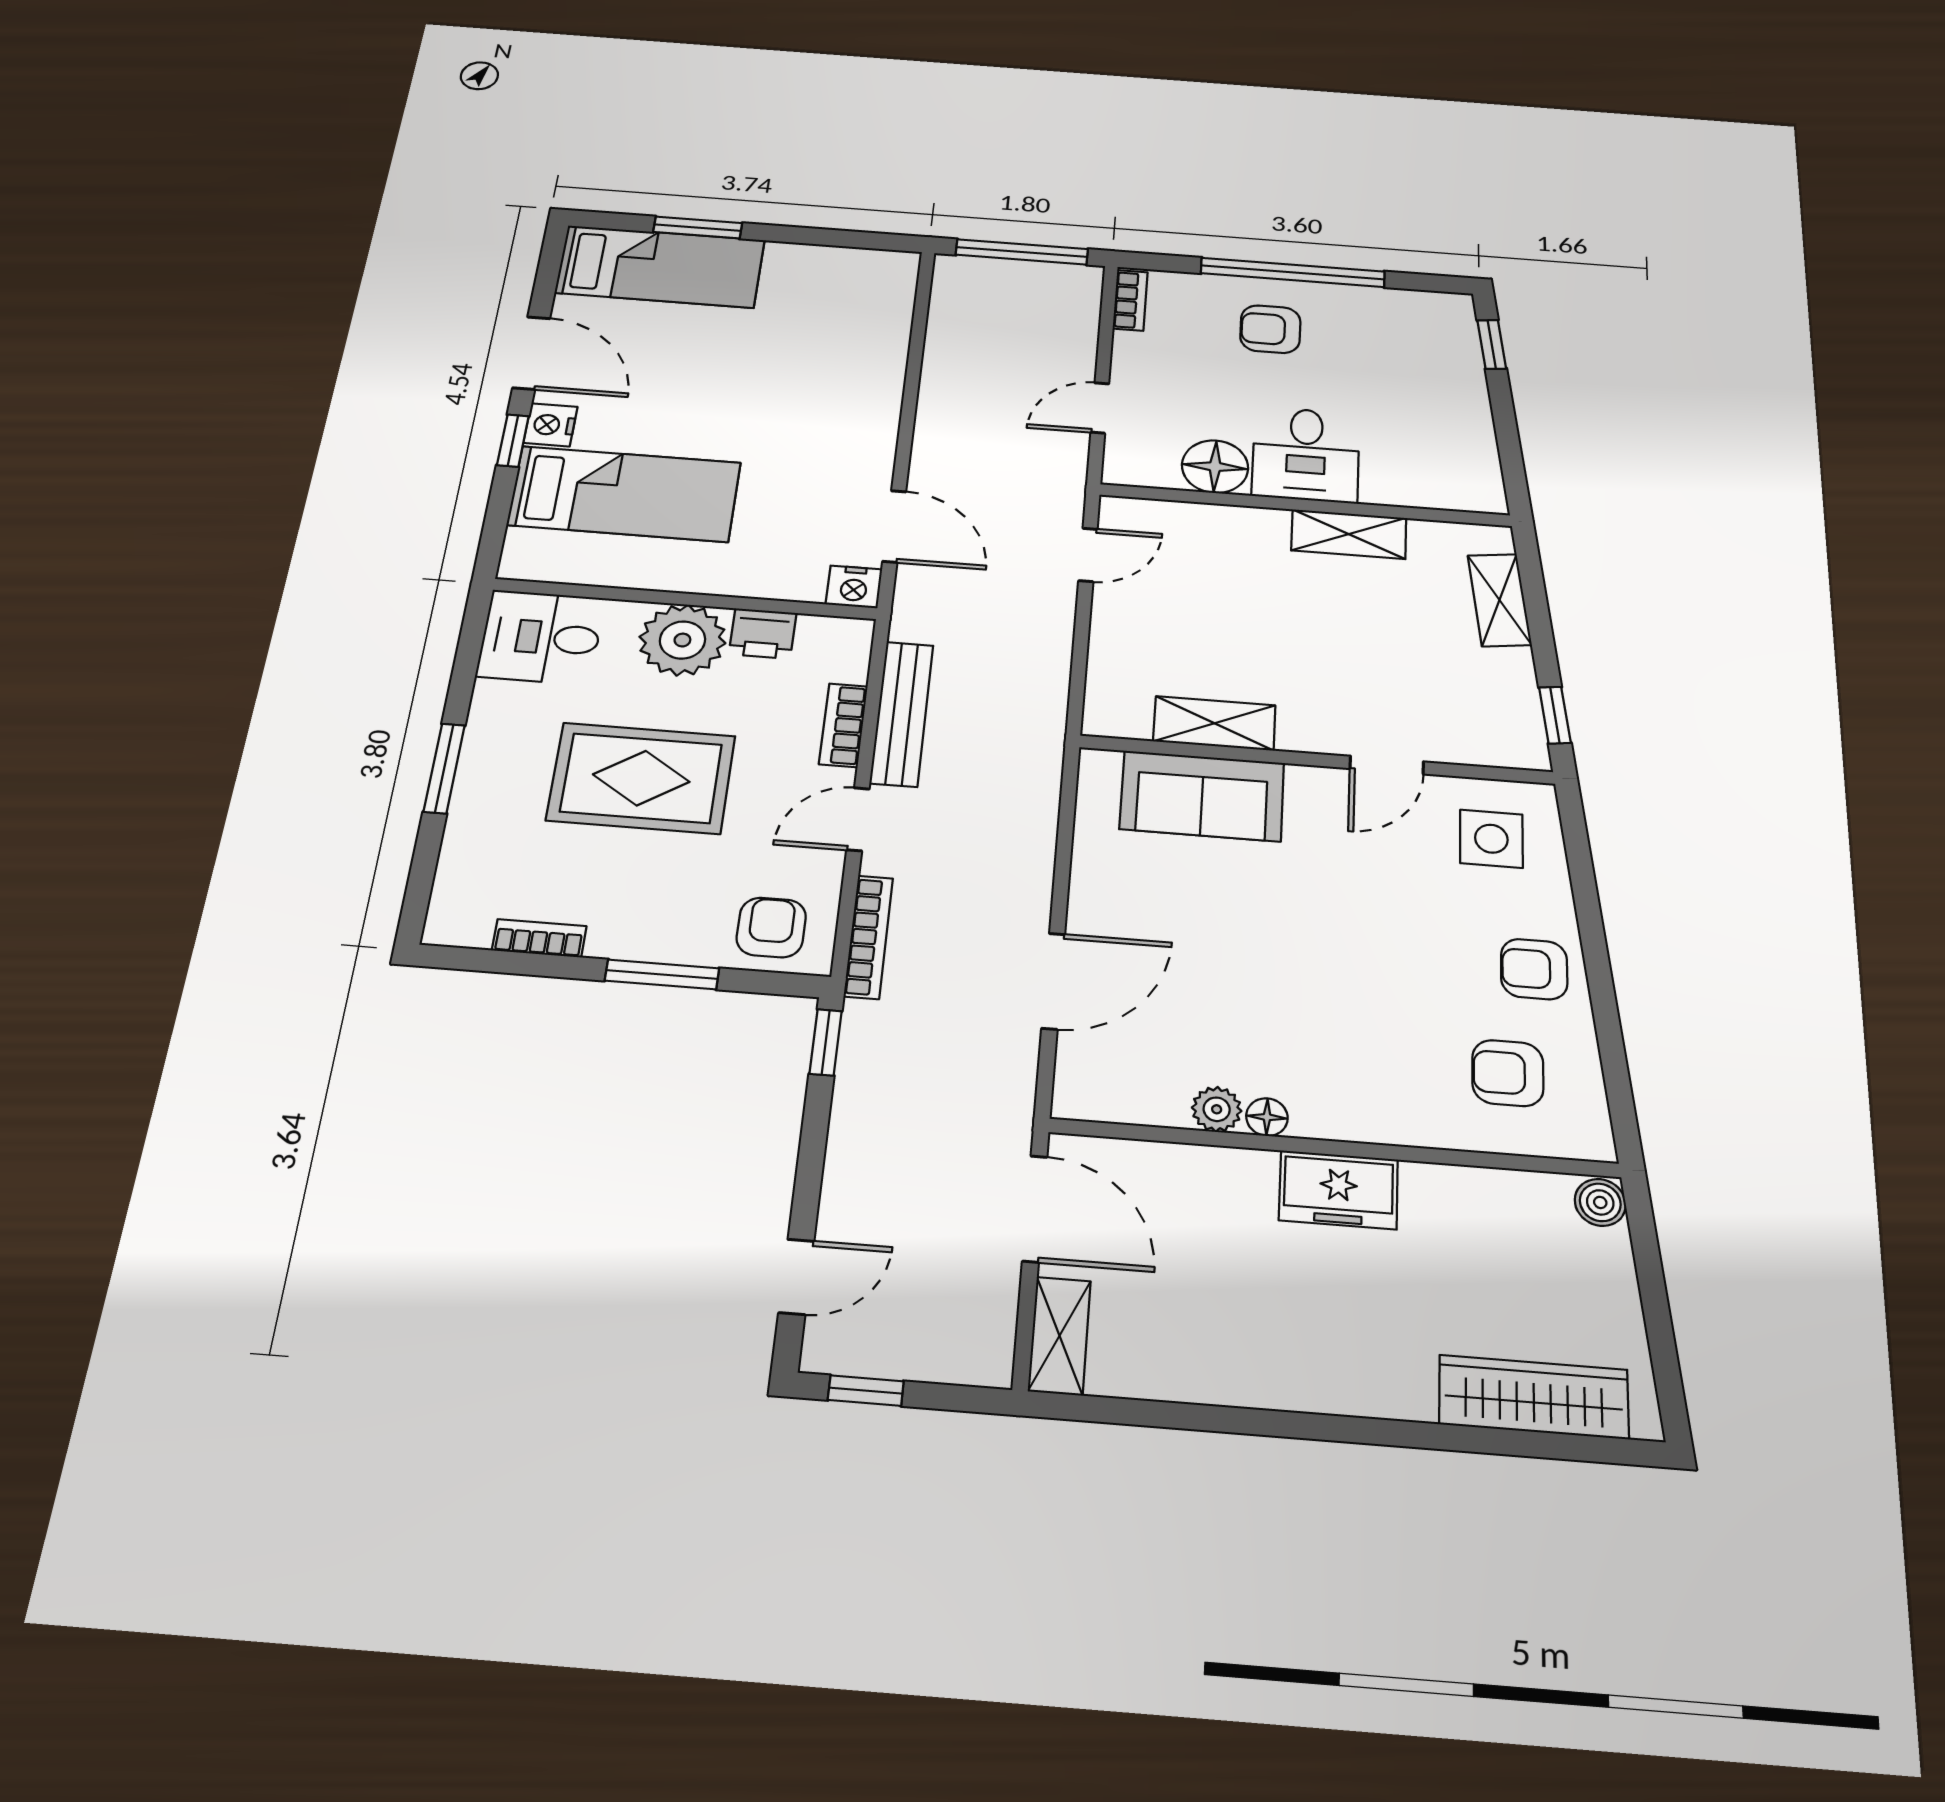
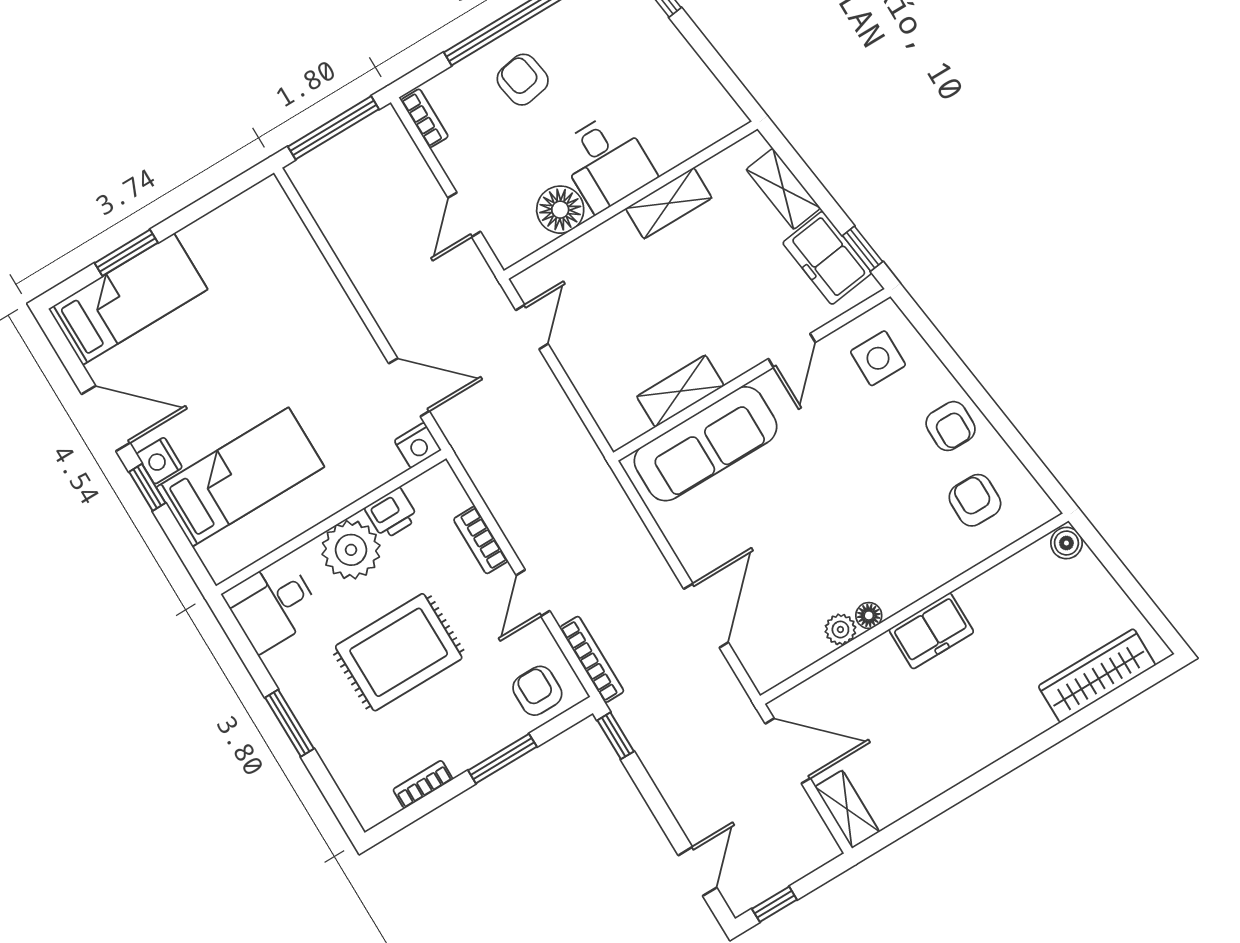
armchair: (1270, 329) -> (523, 80), turned 80
freezer: (1503, 698) -> (827, 258), added
bench: (902, 714) -> (507, 510), removed
sofa: (1202, 796) -> (706, 444), width x1.36
armchair: (1534, 969) -> (951, 426), turned -90
armchair: (1508, 1073) -> (975, 500), turned 90

